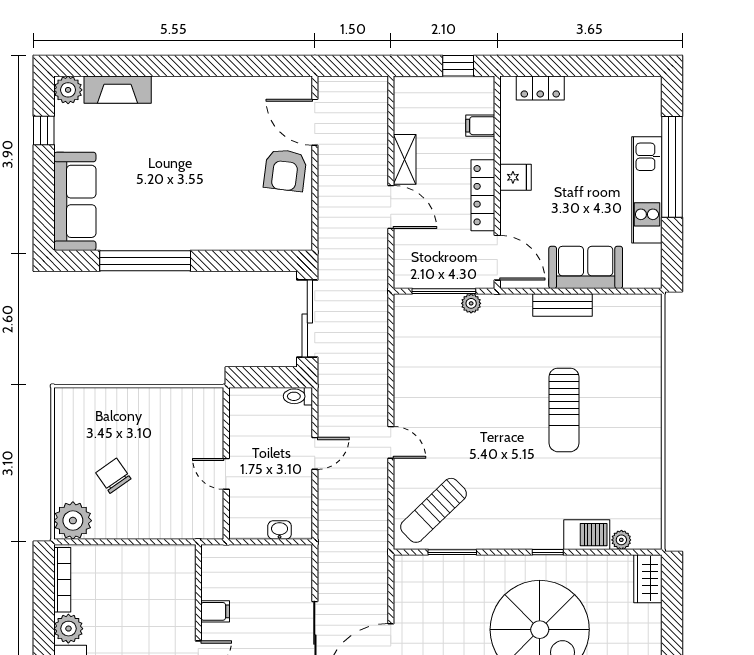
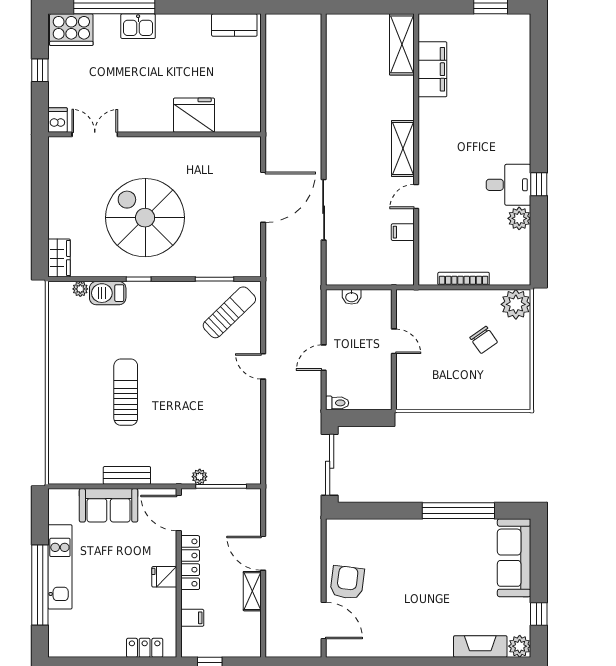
bookcase: (62, 580) -> (464, 279), moved, turned 90

